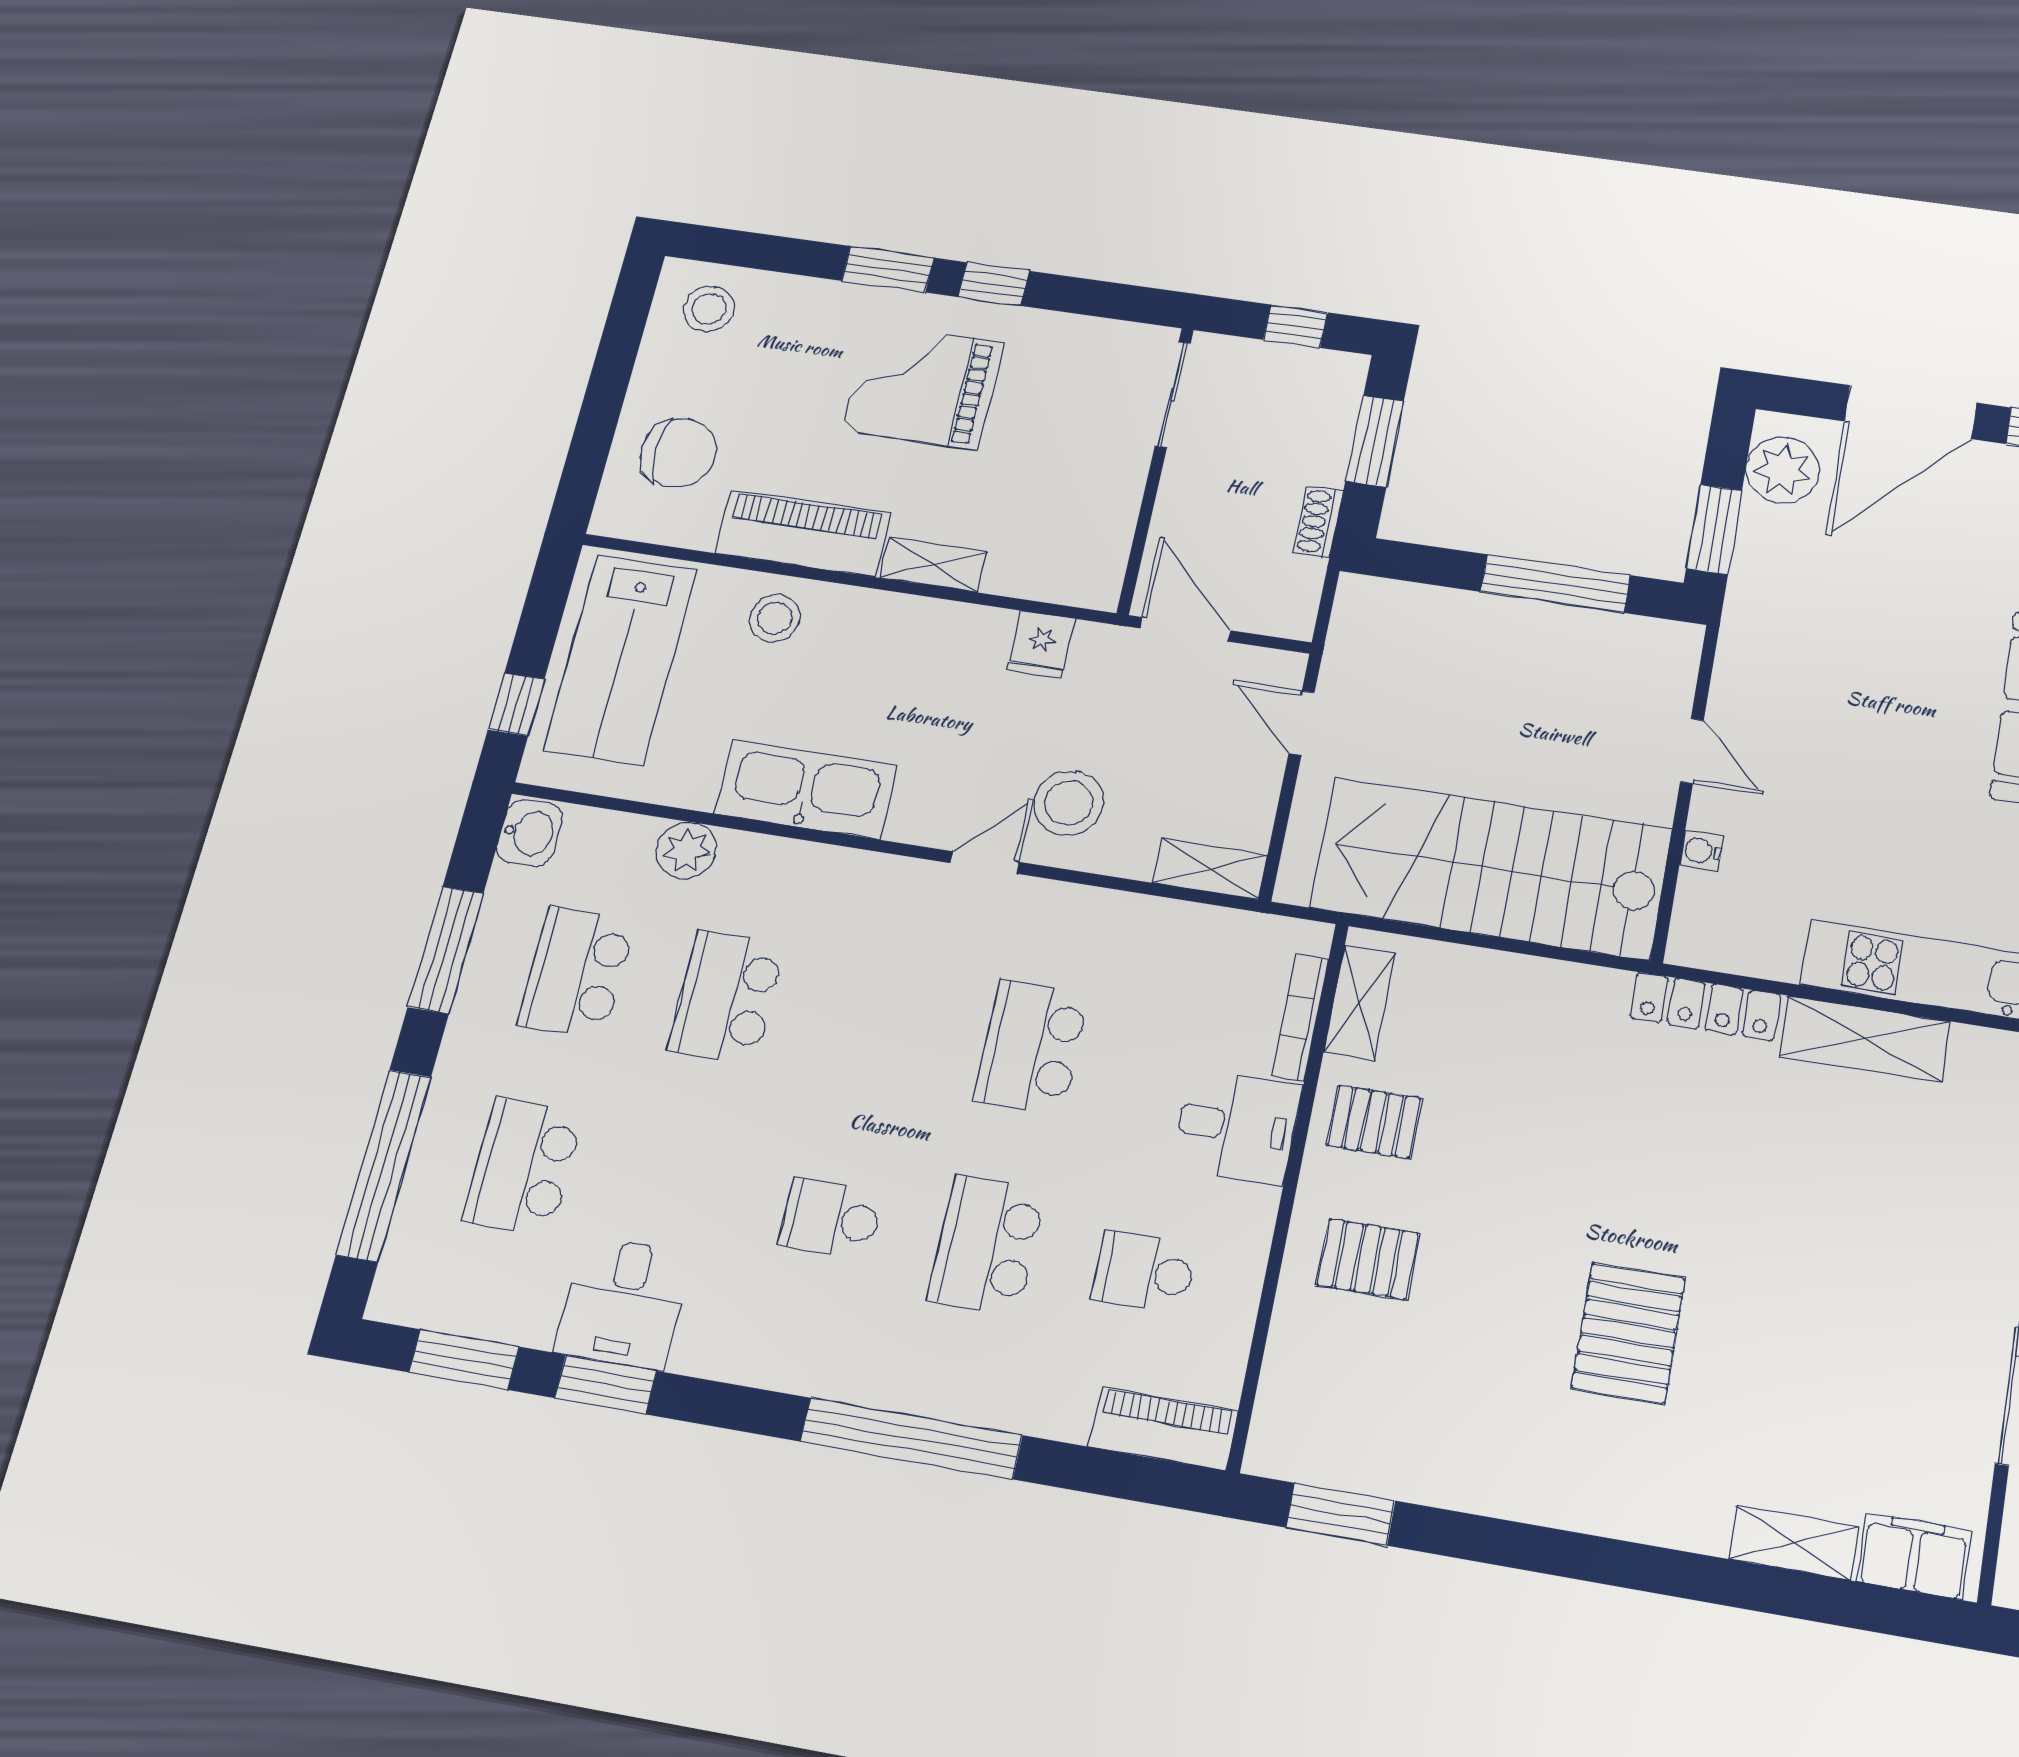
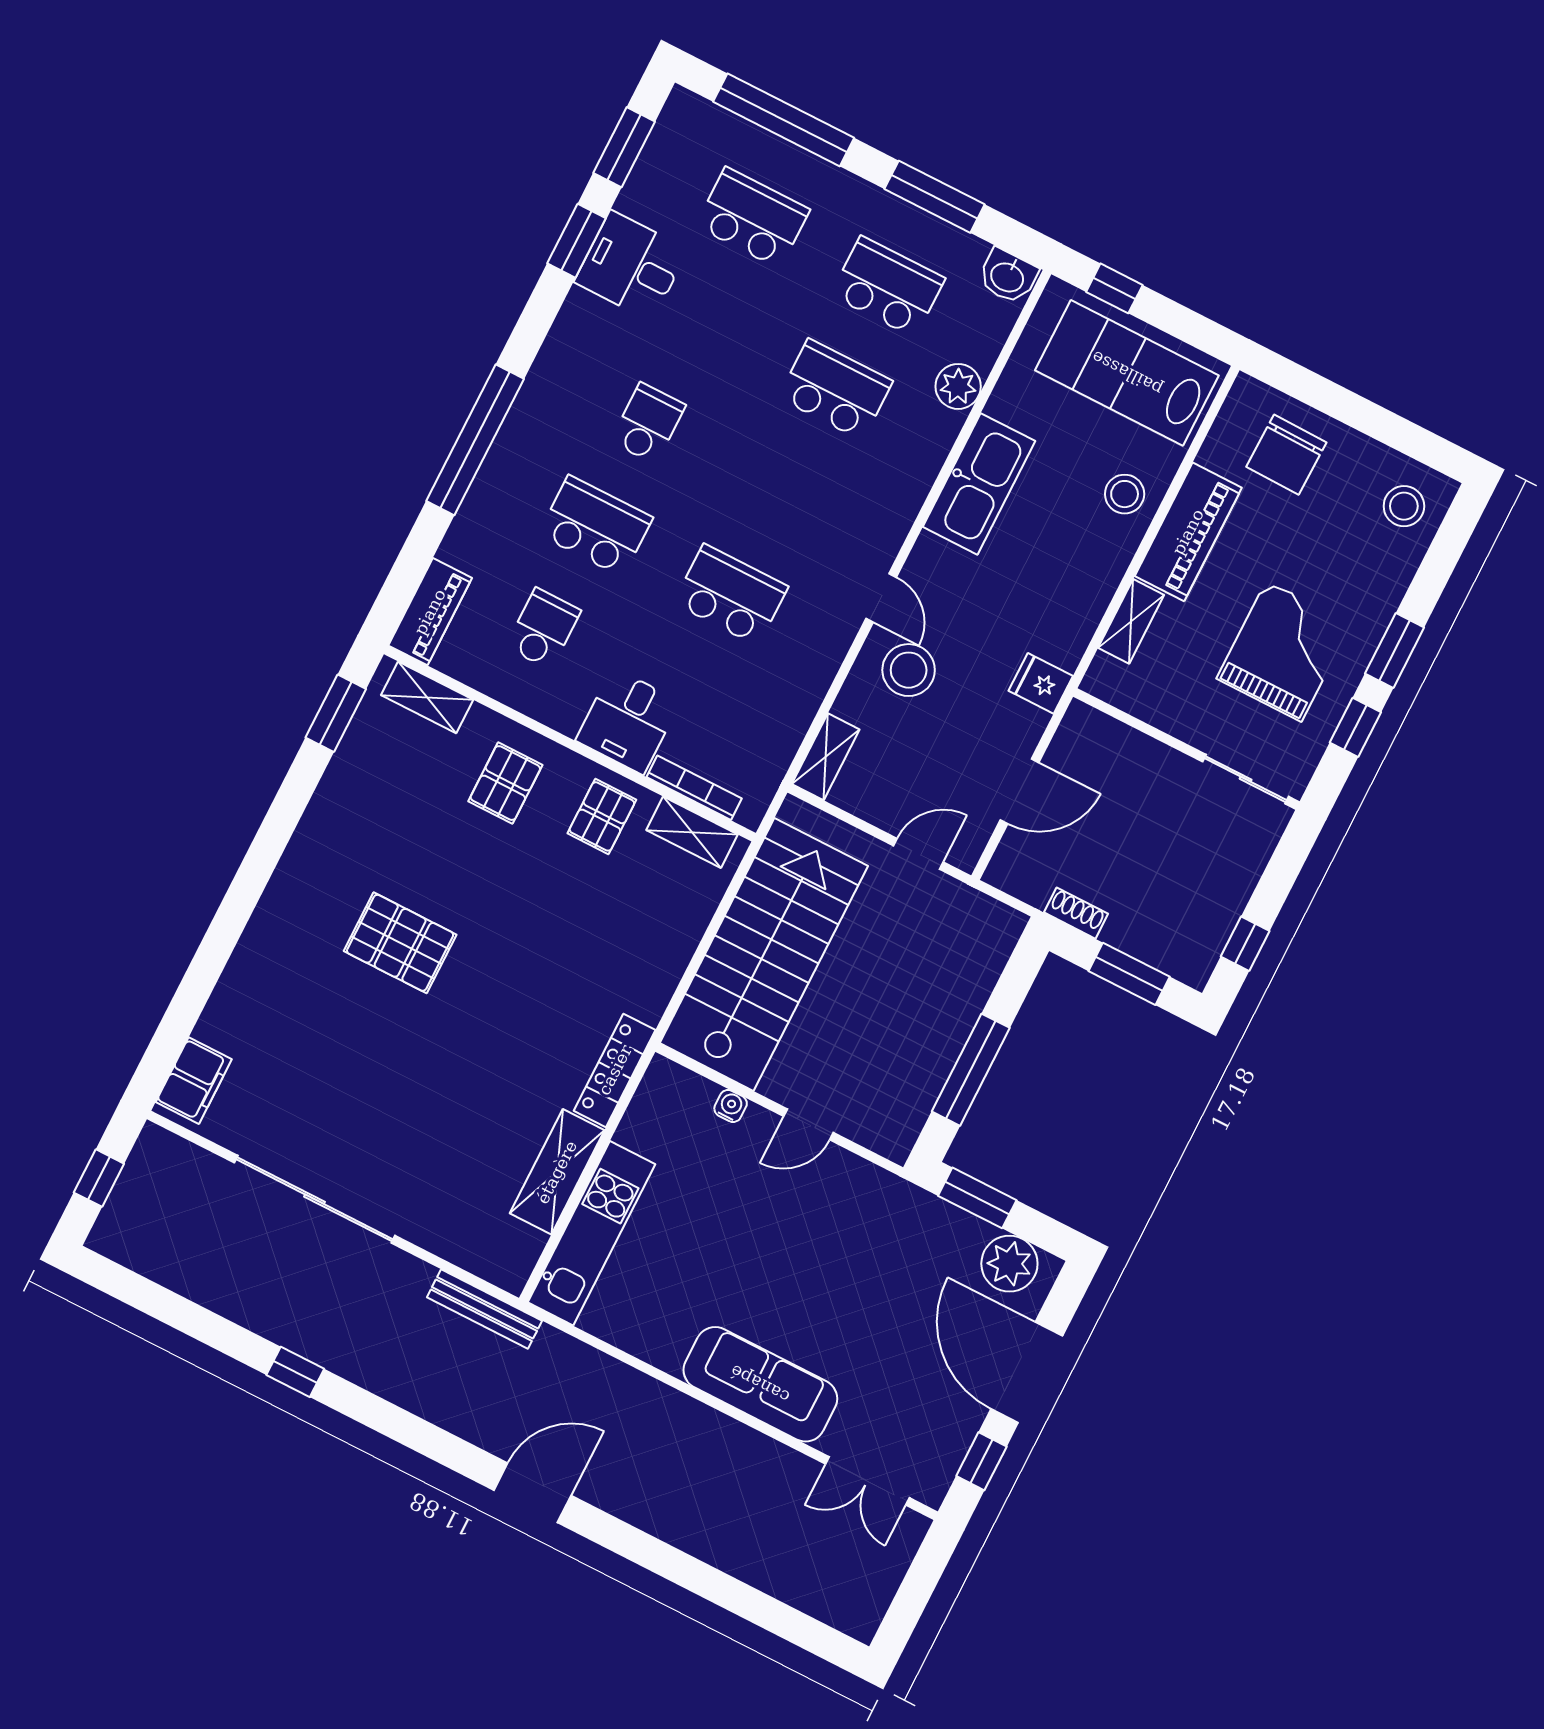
sliding door: (1173, 394) -> (1246, 779), moved
wall: (1156, 470) -> (1186, 749), moved
shelving: (1794, 1543) -> (427, 697), moved, turned 90

